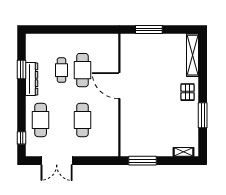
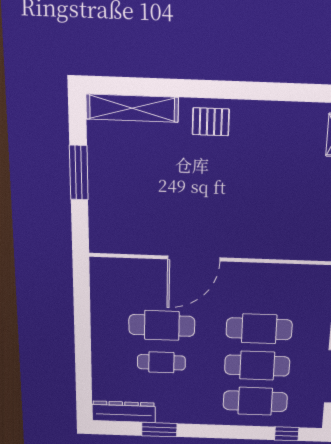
window: (149, 29) -> (79, 173), moved
dresser: (32, 79) -> (124, 412), moved
window: (203, 115) -> (262, 91), removed
cafe table: (62, 120) -> (257, 366), added

